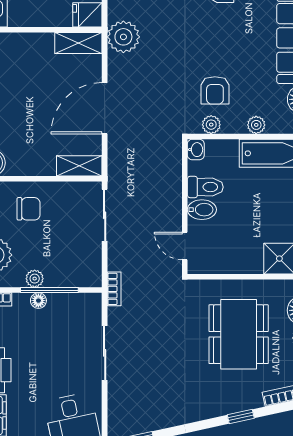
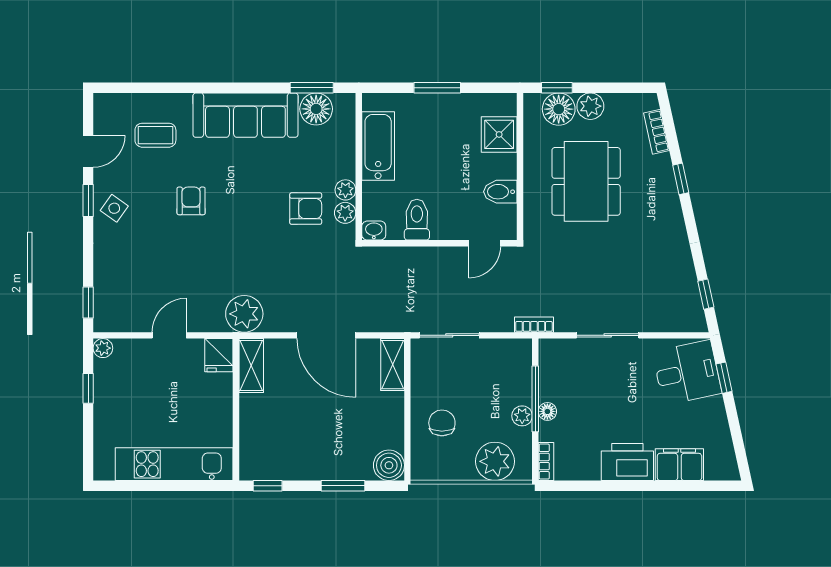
plant: (256, 125) -> (345, 190), moved
bidet: (202, 210) -> (500, 192), moved, turned -90
dining table: (239, 334) -> (586, 181), turned 90

